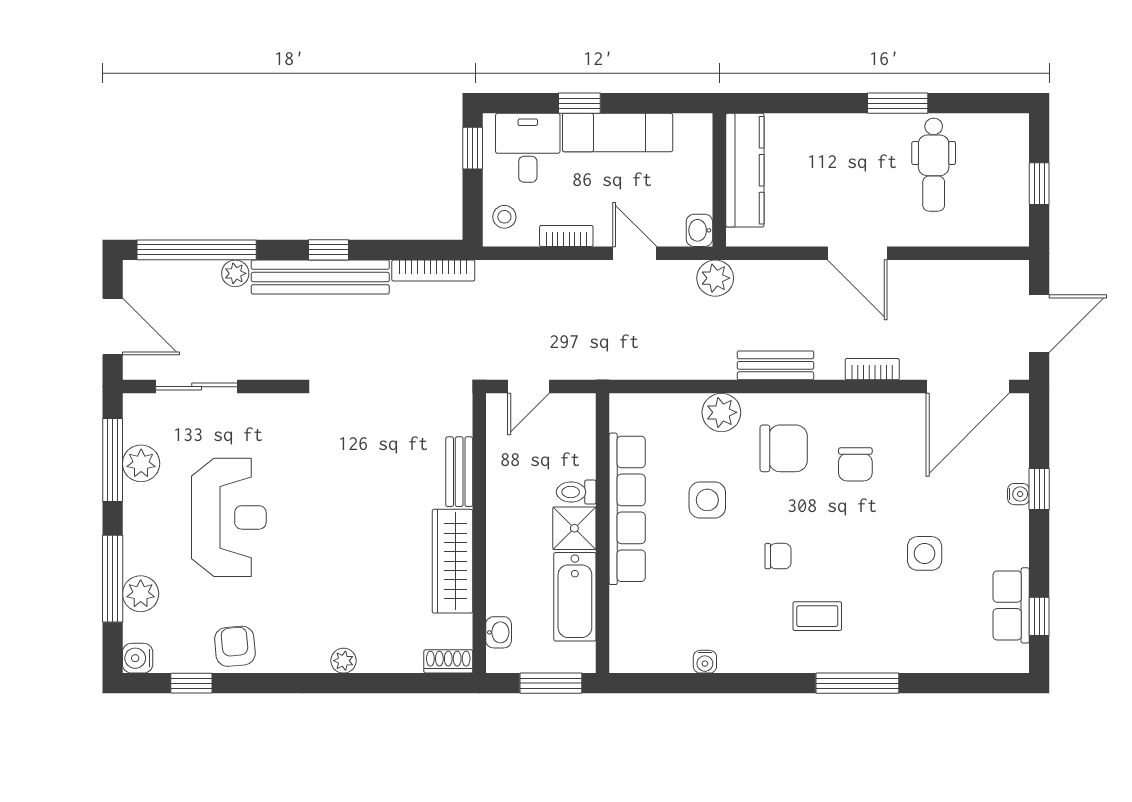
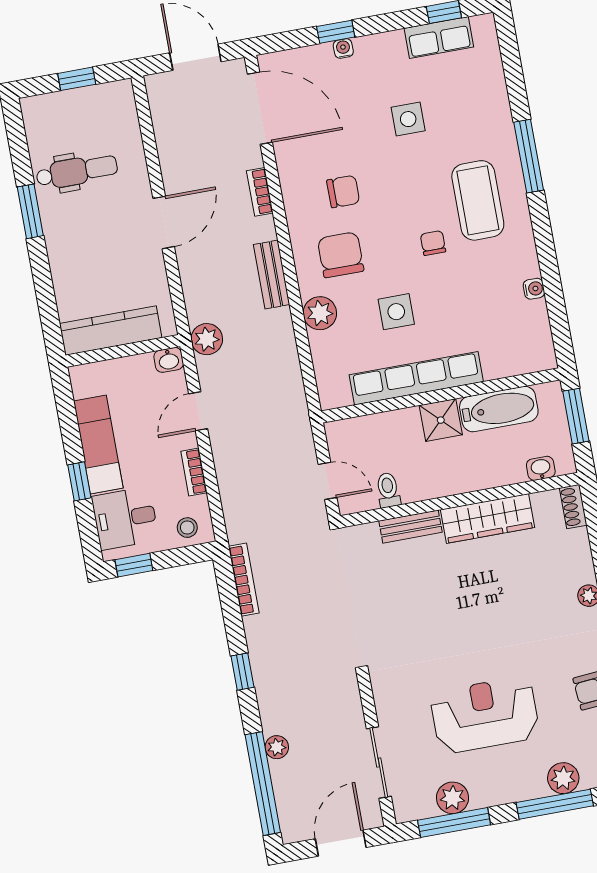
bench: (320, 277) -> (267, 674), removed
toilet: (576, 492) -> (388, 490), moved, turned 180
coffee table: (817, 616) -> (478, 200), width x1.86, depth x1.72

